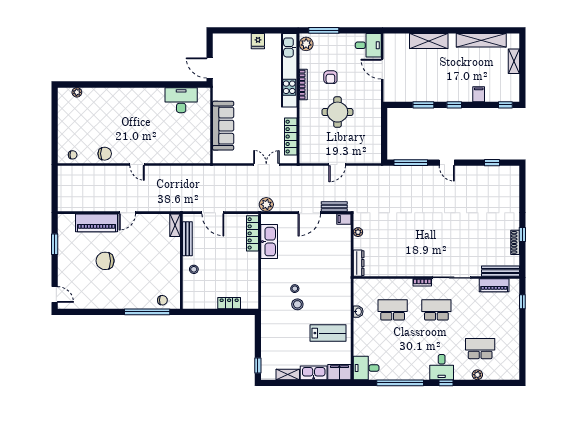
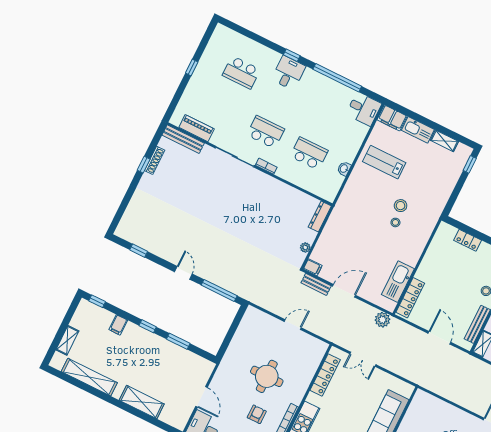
window: (522, 302) -> (192, 67), moved
school desk: (393, 310) -> (309, 153), turned 180
school desk: (436, 310) -> (266, 132), turned 180
plant: (477, 375) -> (257, 48), removed

